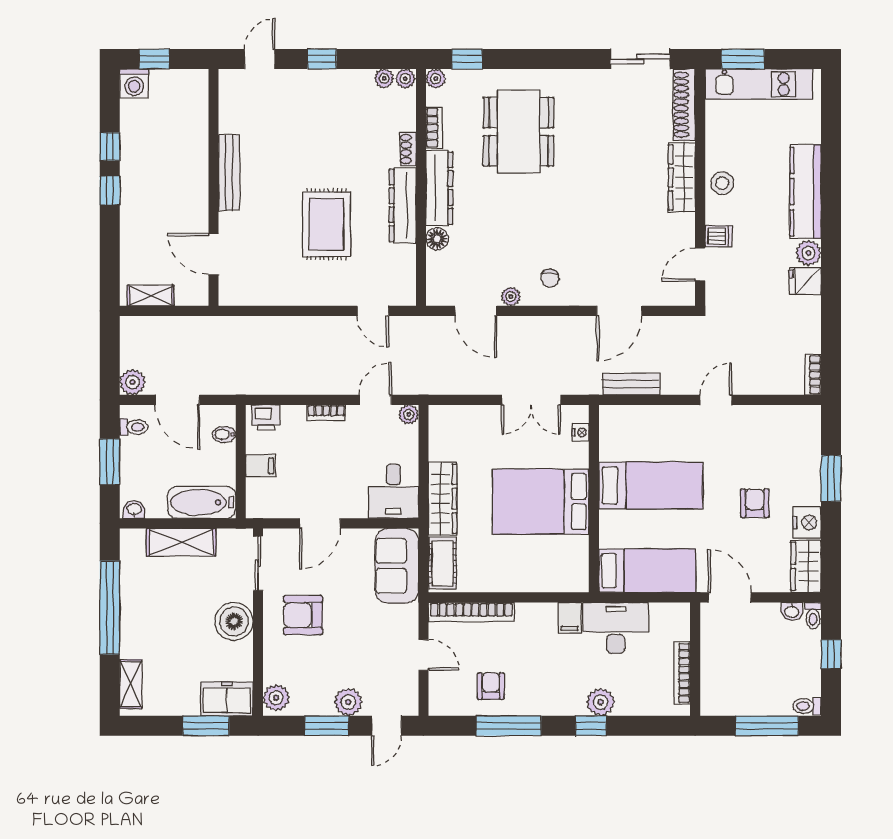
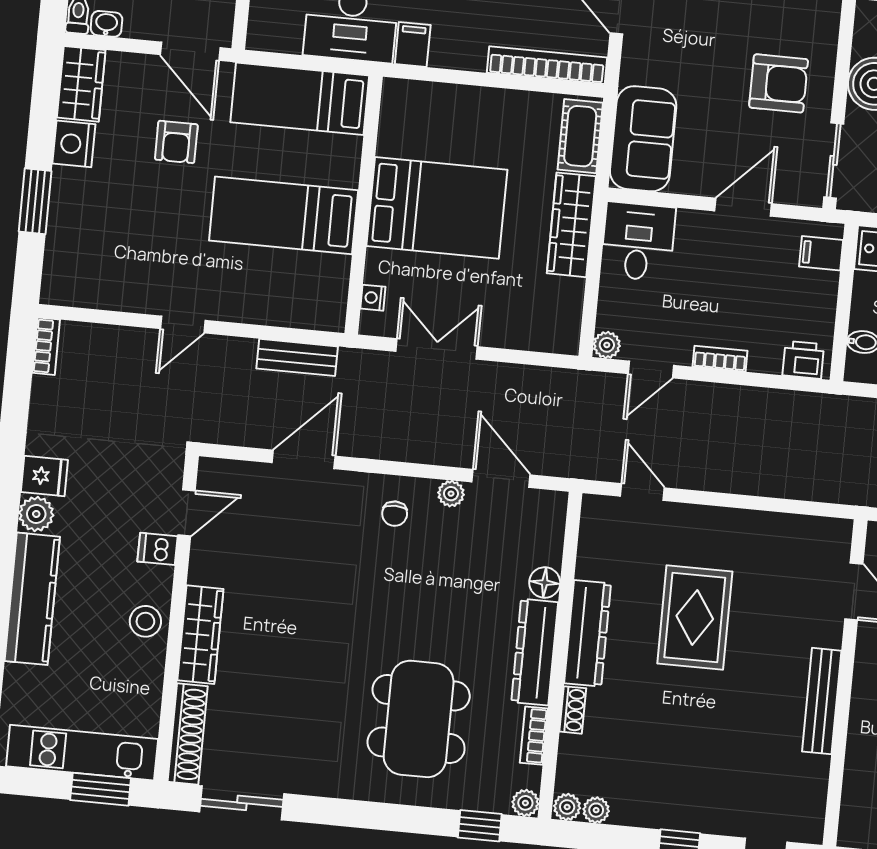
chair: (550, 278) -> (395, 514), turned 180
filing cabinet: (261, 466) -> (821, 253), moved
armchair: (755, 503) -> (176, 142), moved

